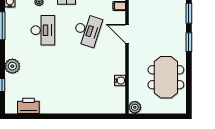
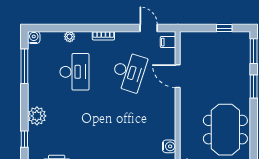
water cooler: (120, 81) -> (169, 146), moved

